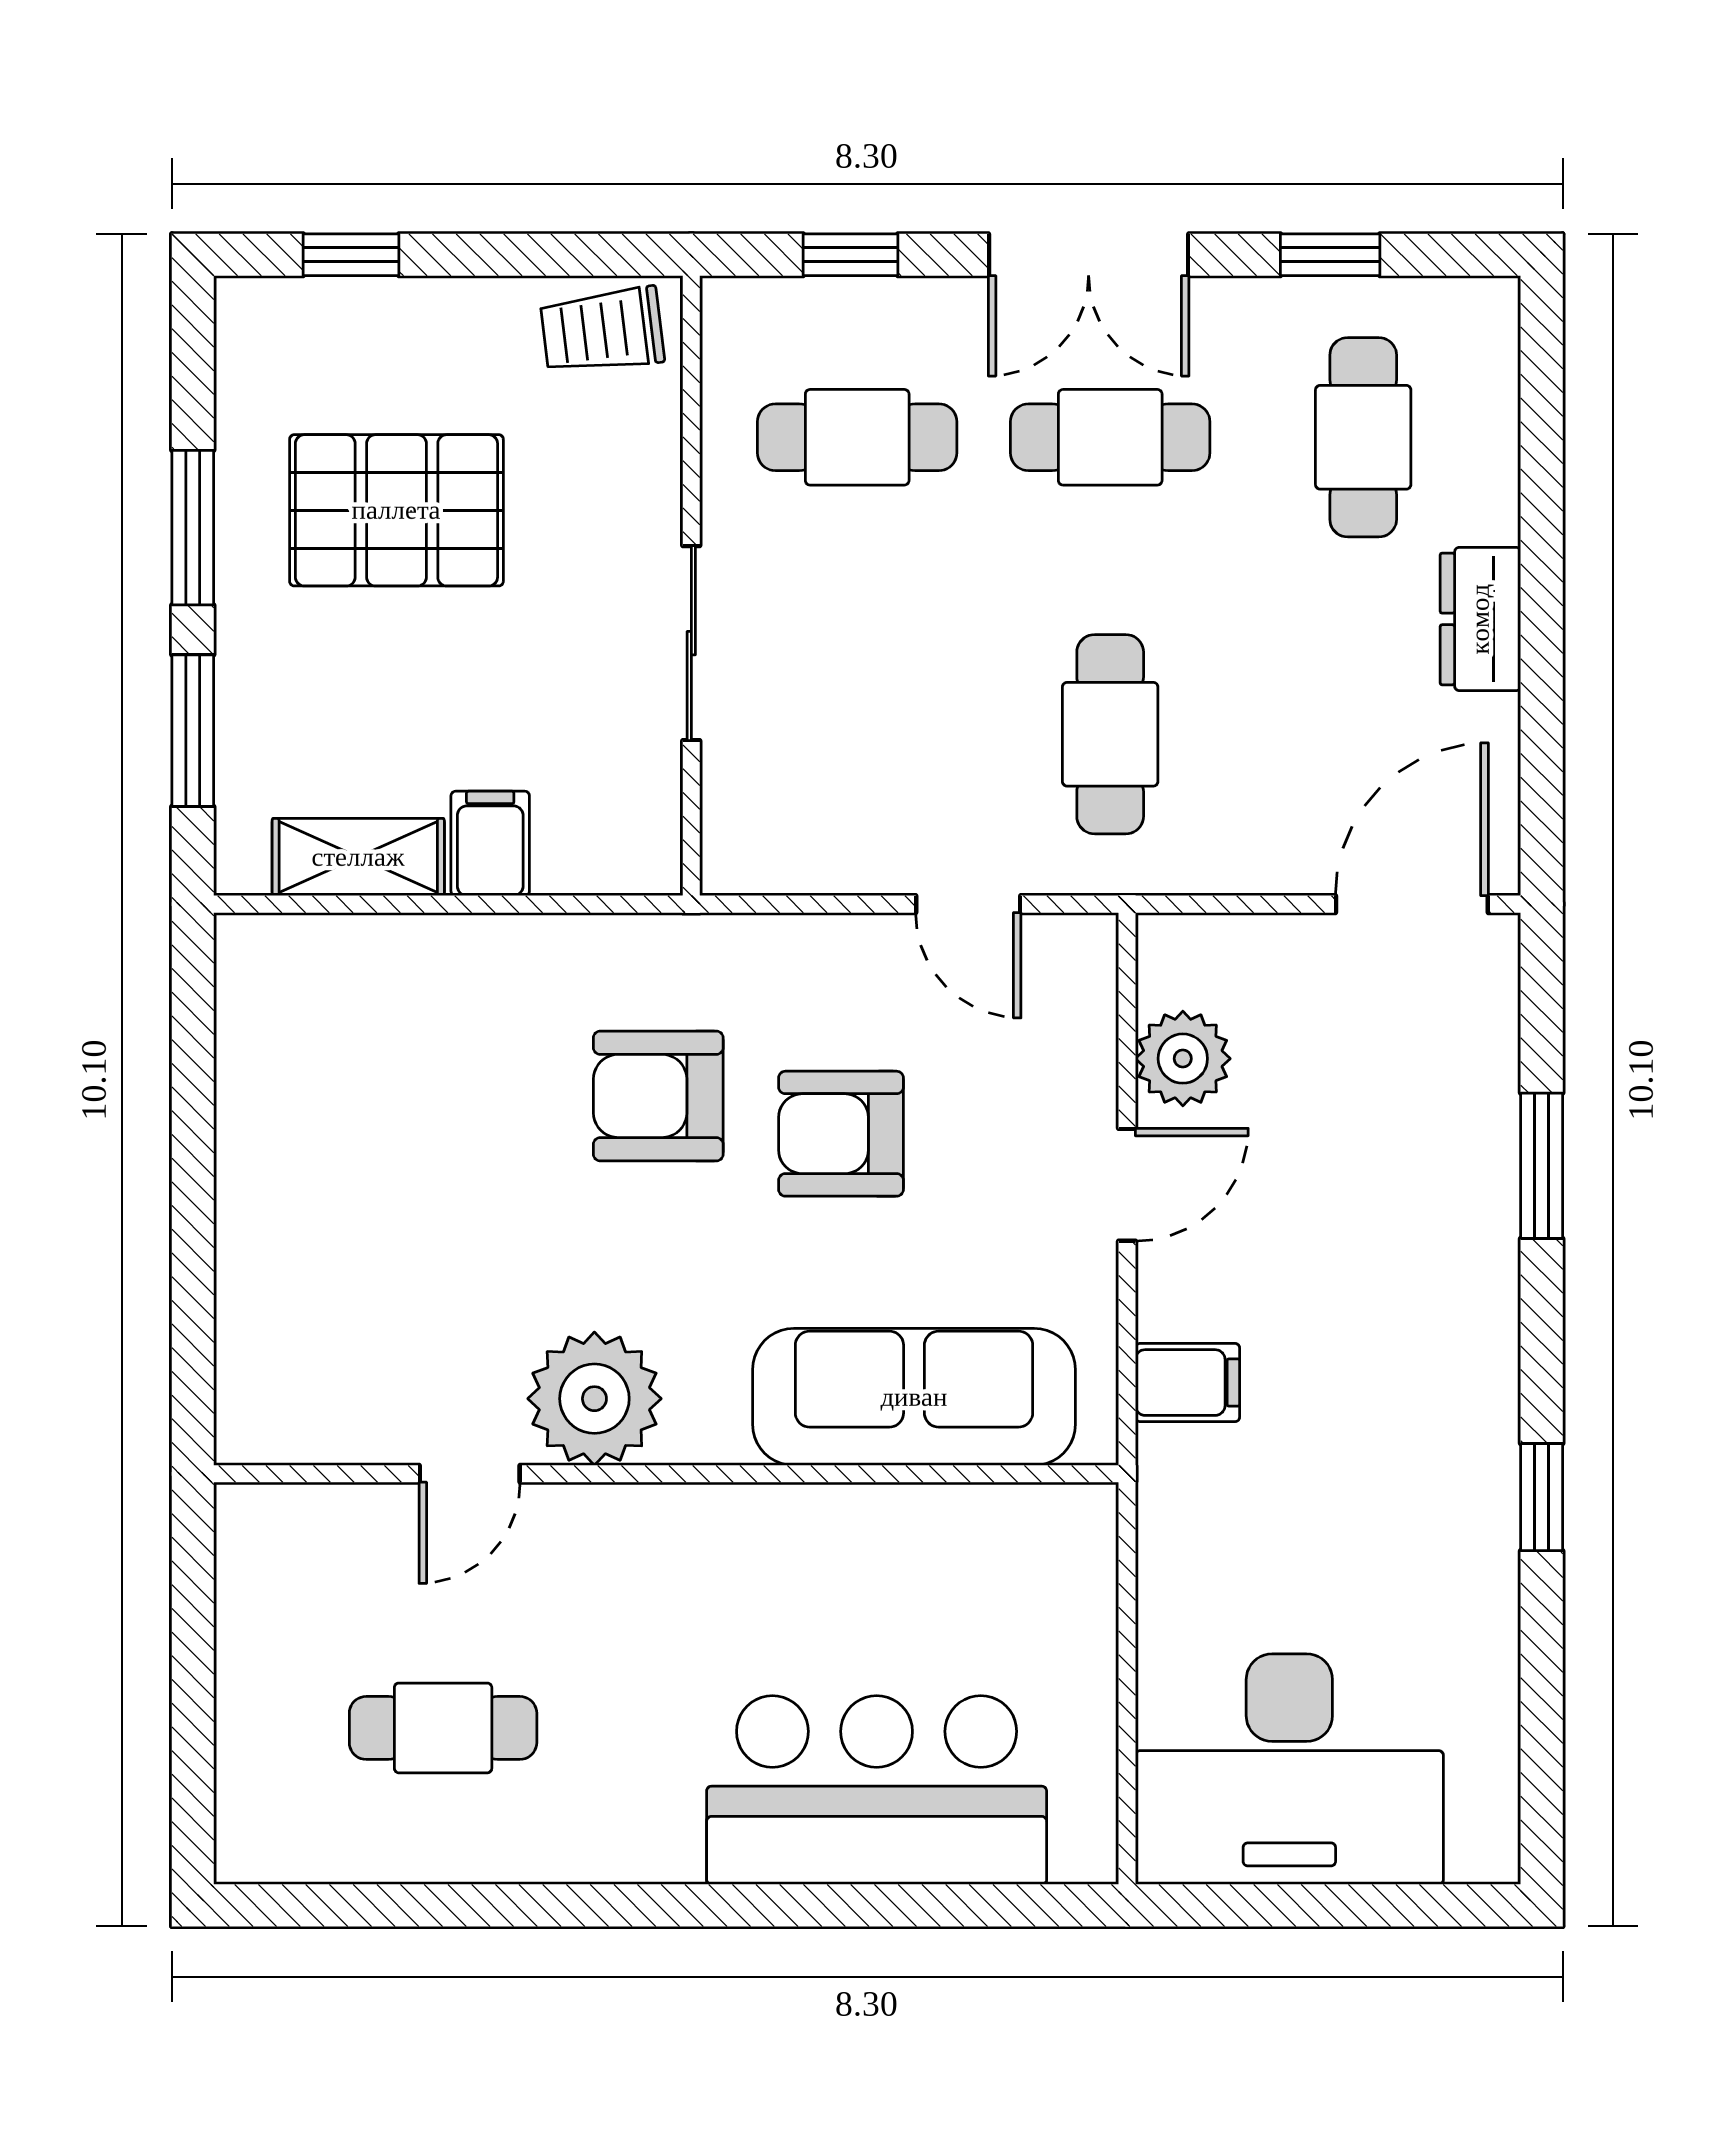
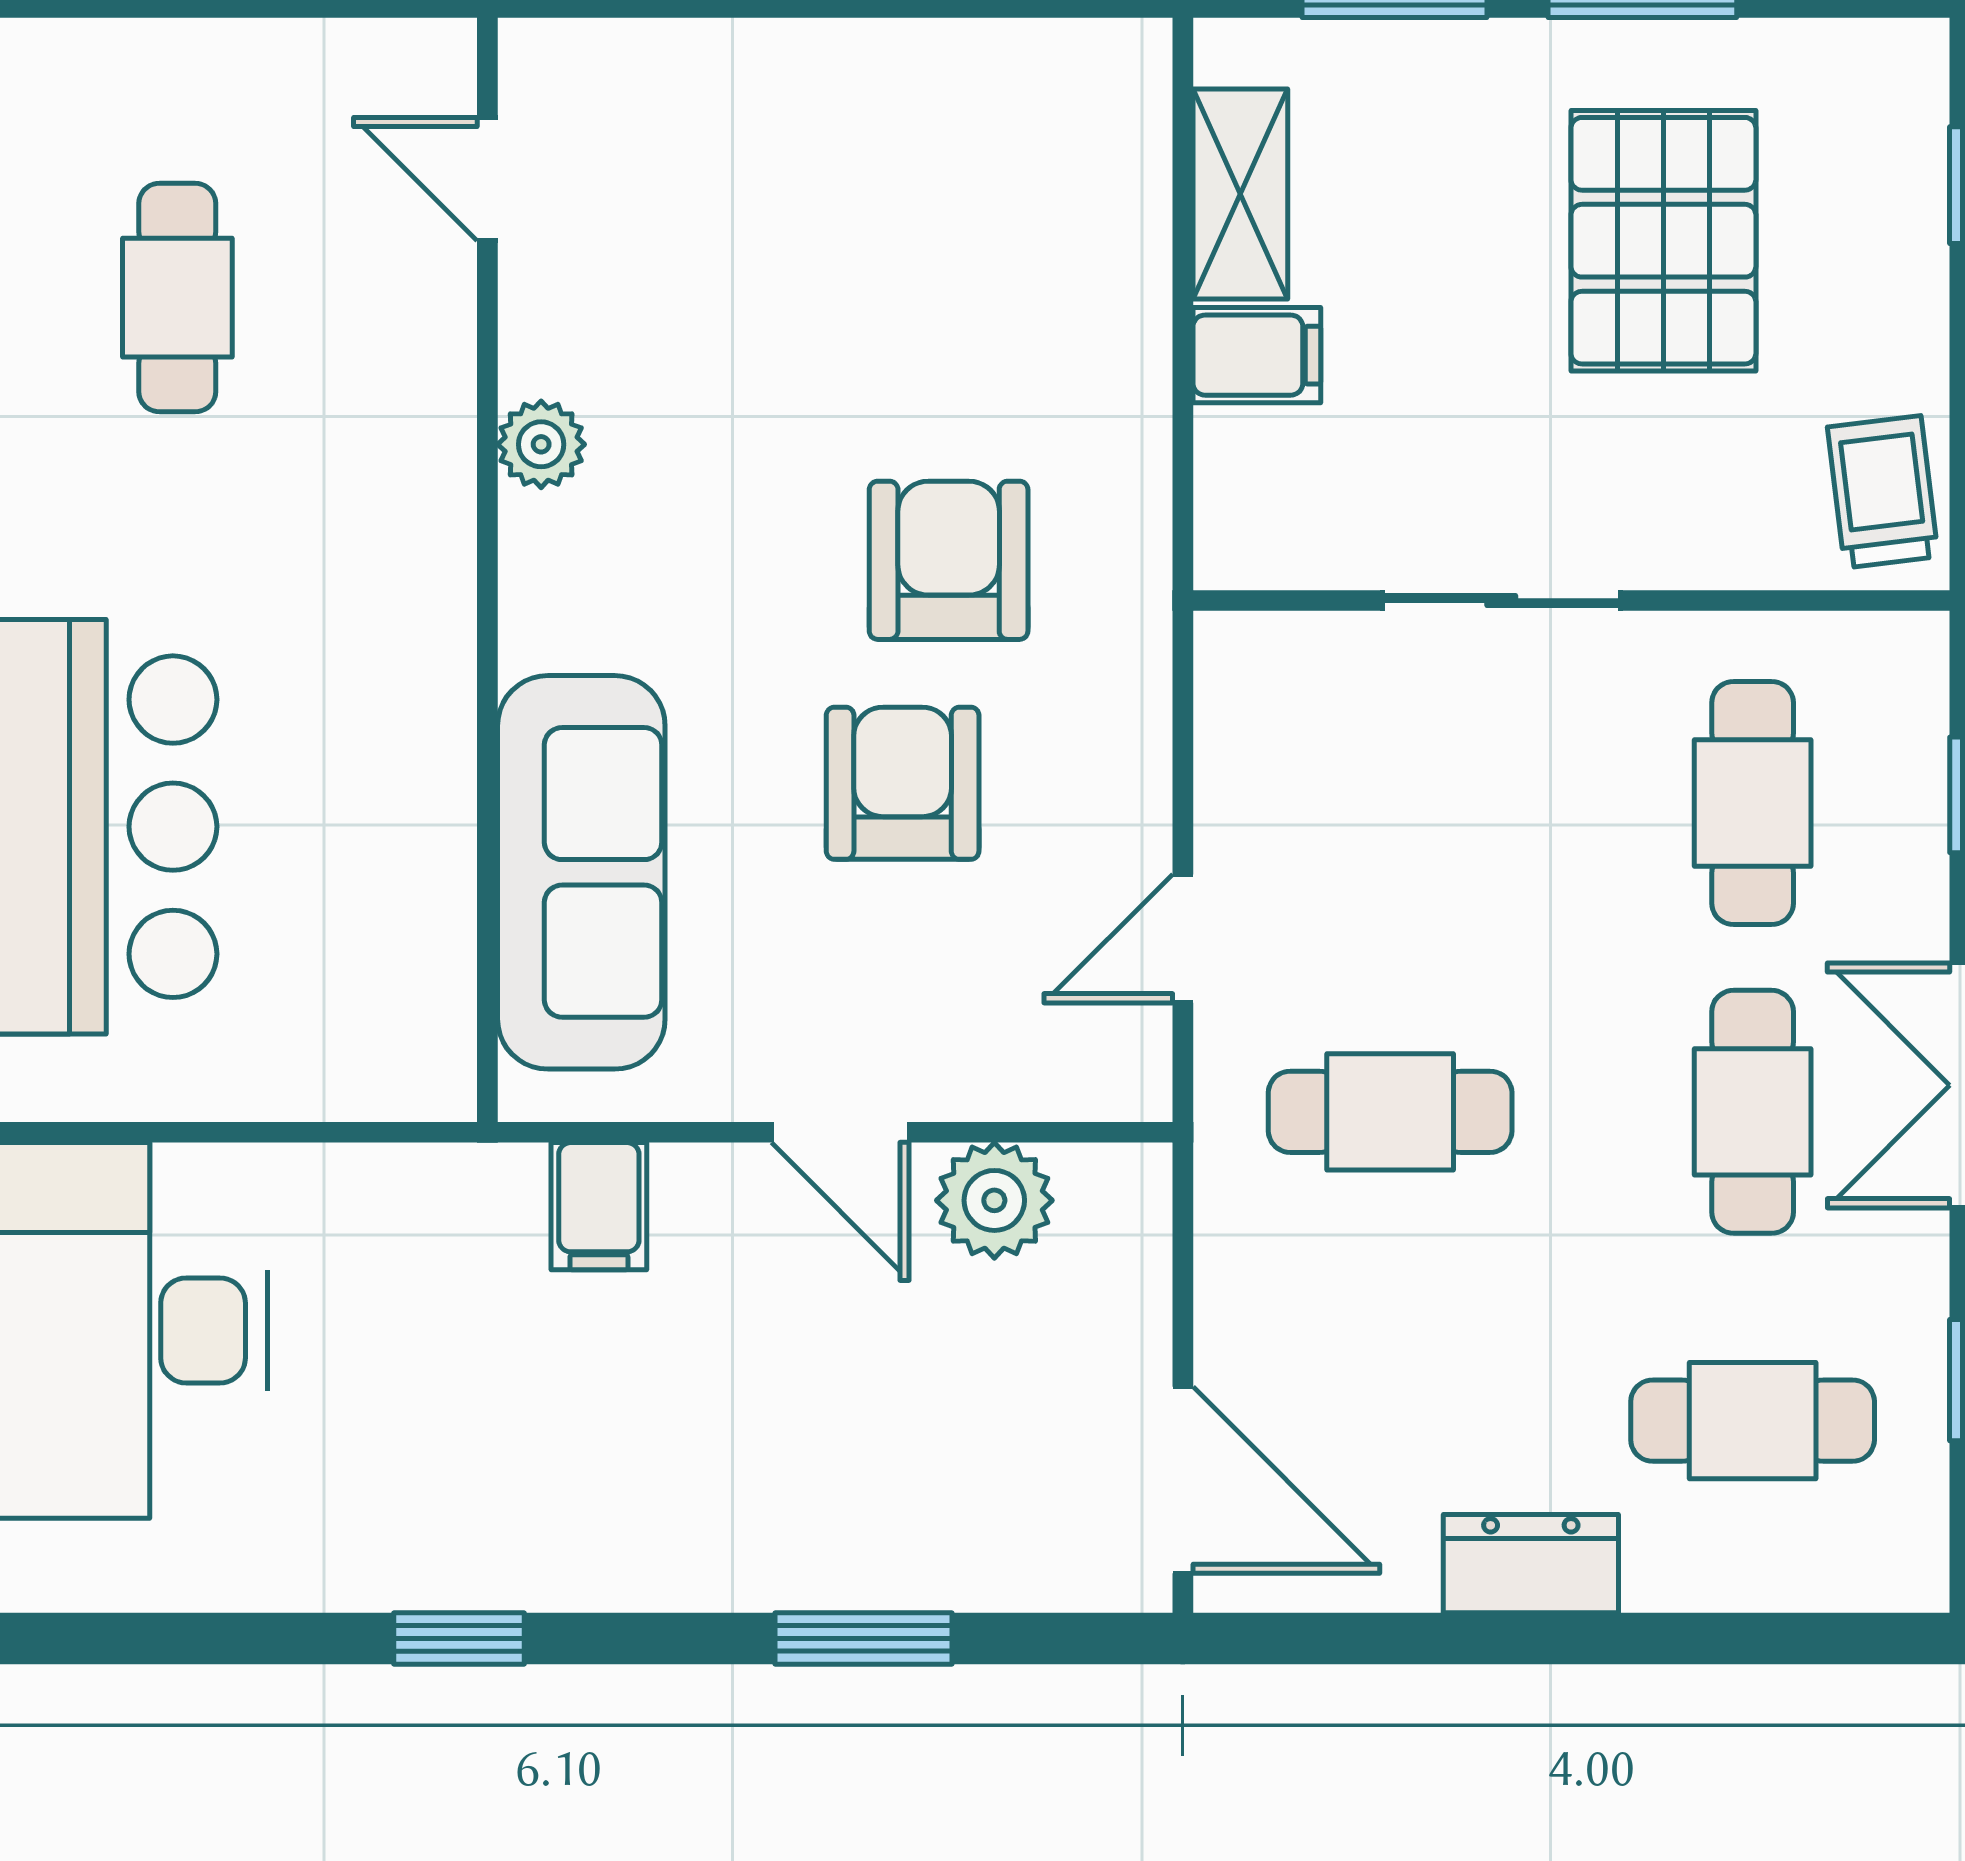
plant: (594, 1399) -> (541, 444), width x0.53, depth x0.53
door: (470, 1474) -> (487, 179), moved

